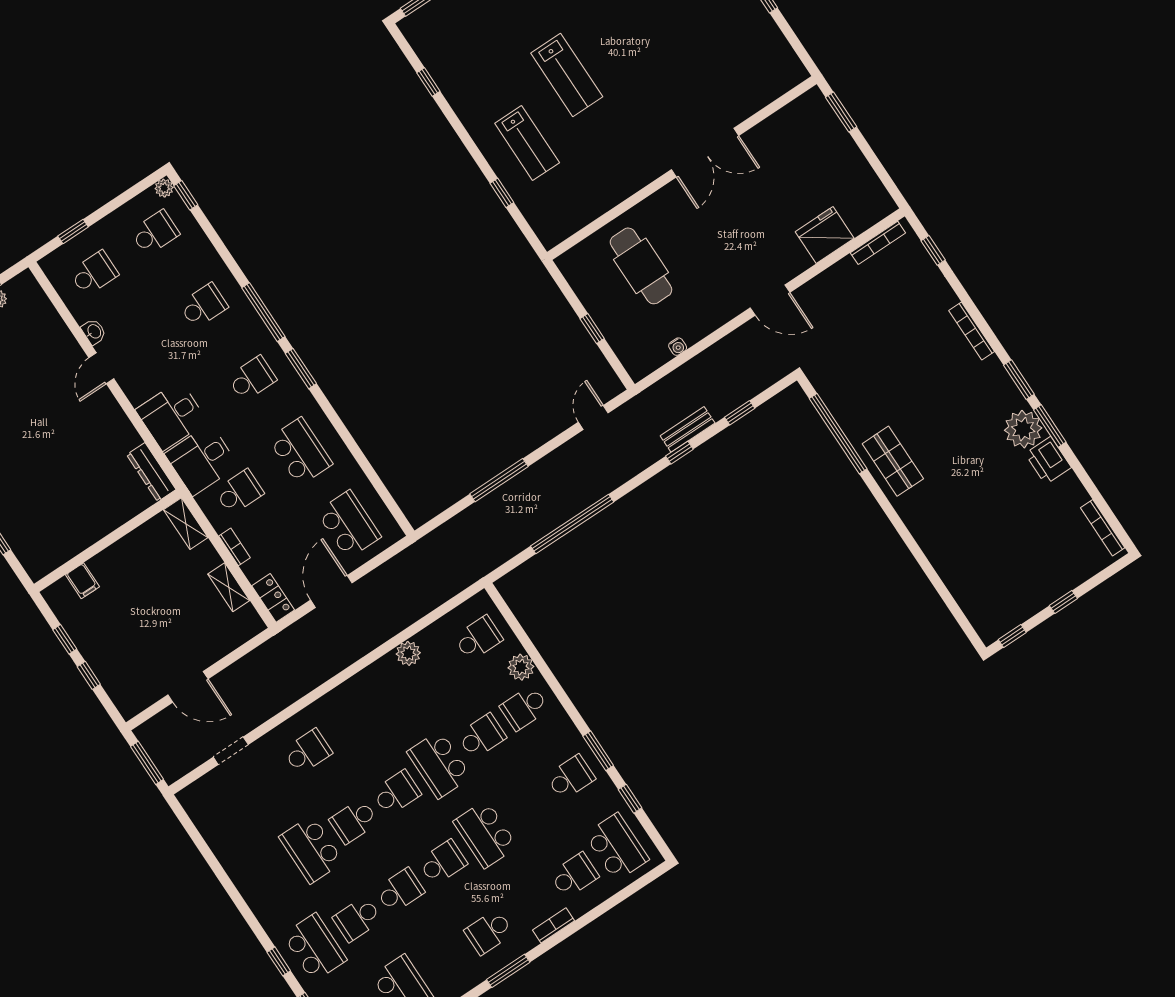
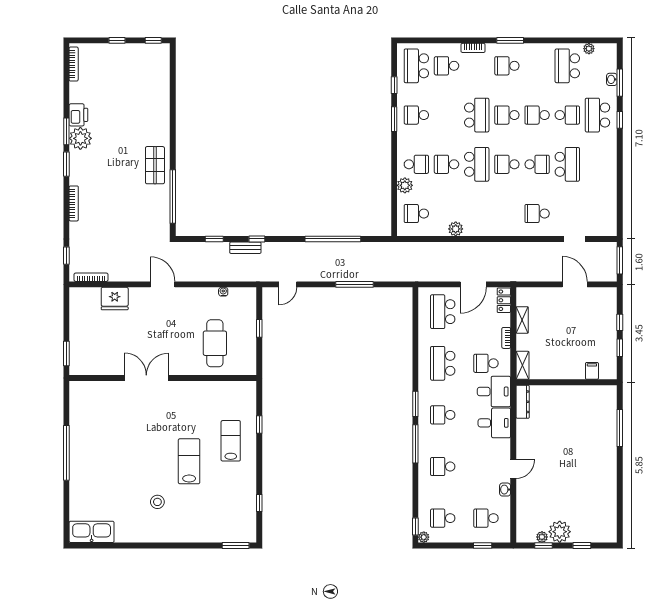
school desk: (489, 932) -> (507, 66), turned 180

